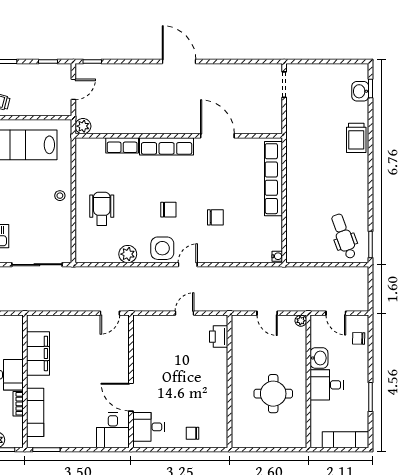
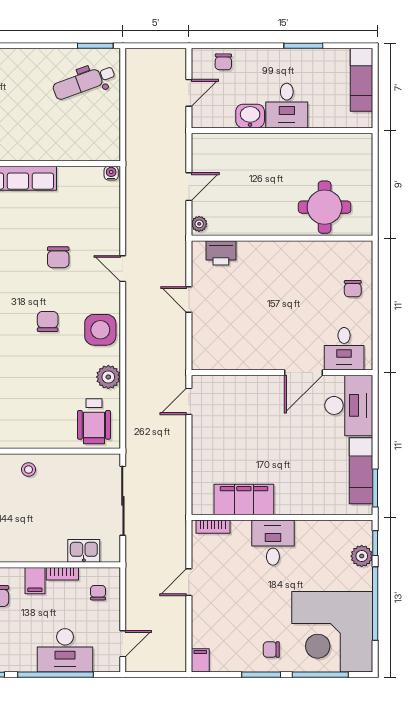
wheelchair: (102, 209) -> (94, 421), moved, turned -90
chair: (215, 217) -> (58, 257), turned 180
door: (188, 265) -> (123, 269), moved
door: (110, 313) -> (189, 401), swing flipped
plant: (301, 321) -> (199, 224), moved
round table: (273, 394) -> (325, 207), moved
bookcase: (18, 404) -> (213, 527), moved
exam couch: (35, 412) -> (361, 471), moved, turned -90
desk: (113, 430) -> (349, 405), width x1.37

